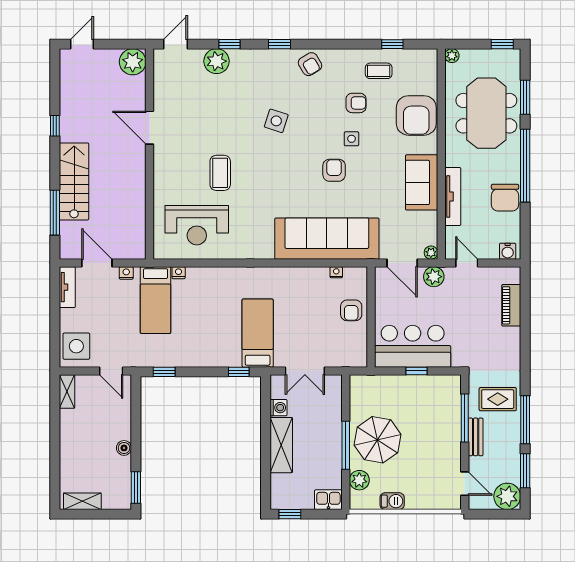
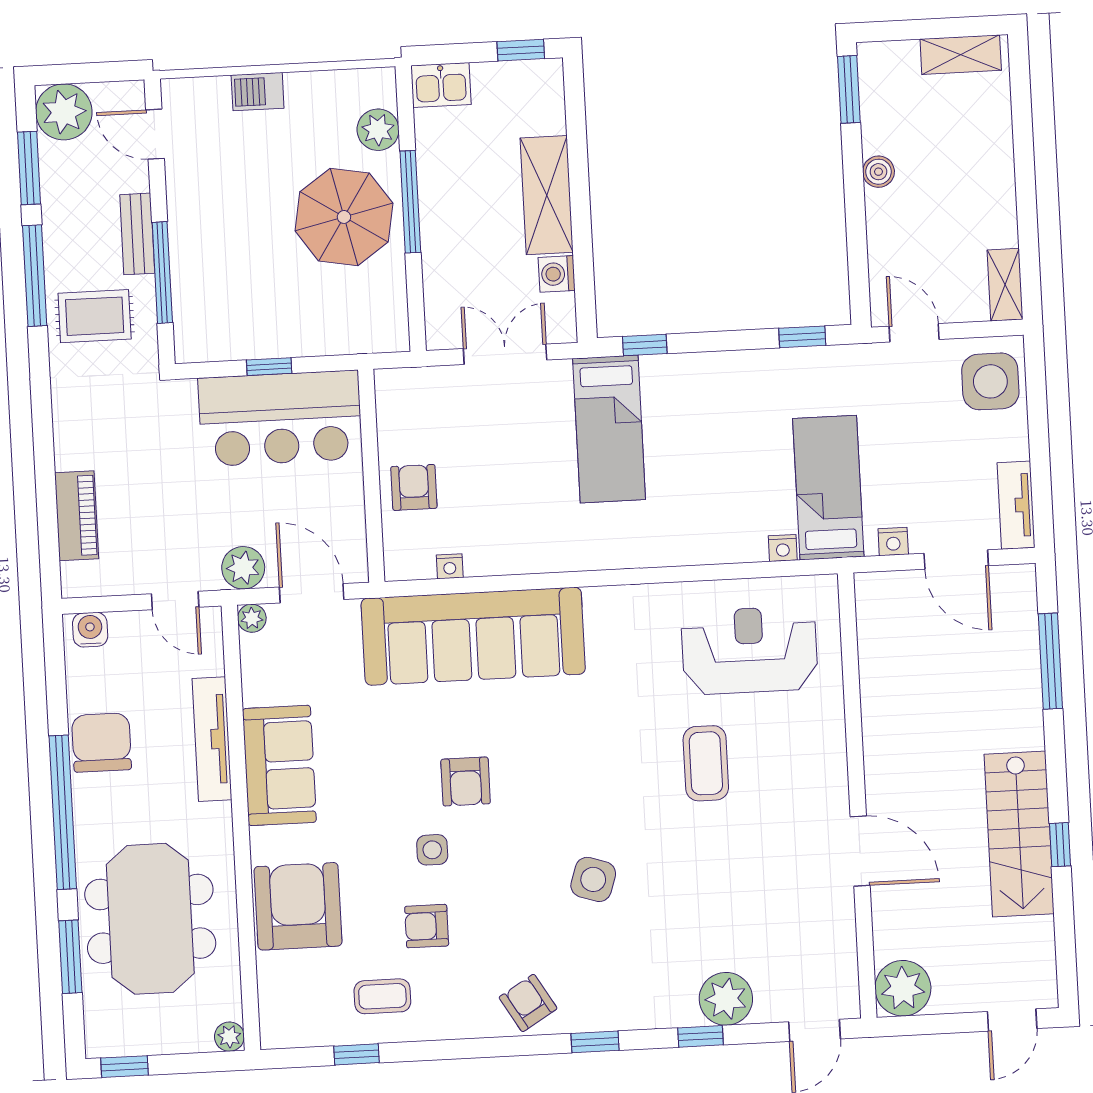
stairs: (74, 181) -> (1019, 834), moved
barbecue: (392, 501) -> (258, 92), moved

